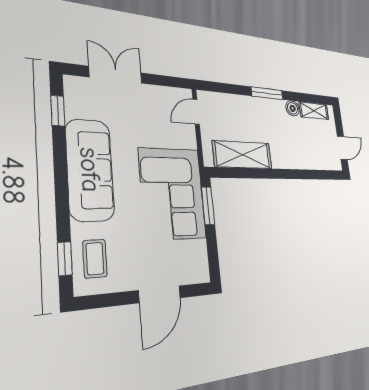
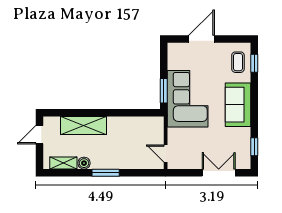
double door: (116, 75) -> (219, 173), swing flipped
door: (196, 112) -> (166, 154), swing flipped
shelving: (243, 155) -> (84, 125), moved
sofa: (90, 170) -> (238, 105), width x0.73

